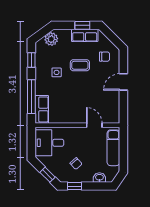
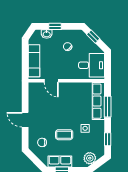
door: (123, 82) -> (25, 120), swing flipped
window: (31, 97) -> (108, 107), width x0.69
row of seats: (42, 109) -> (98, 101), width x1.48
window: (75, 186) -> (55, 26), moved

